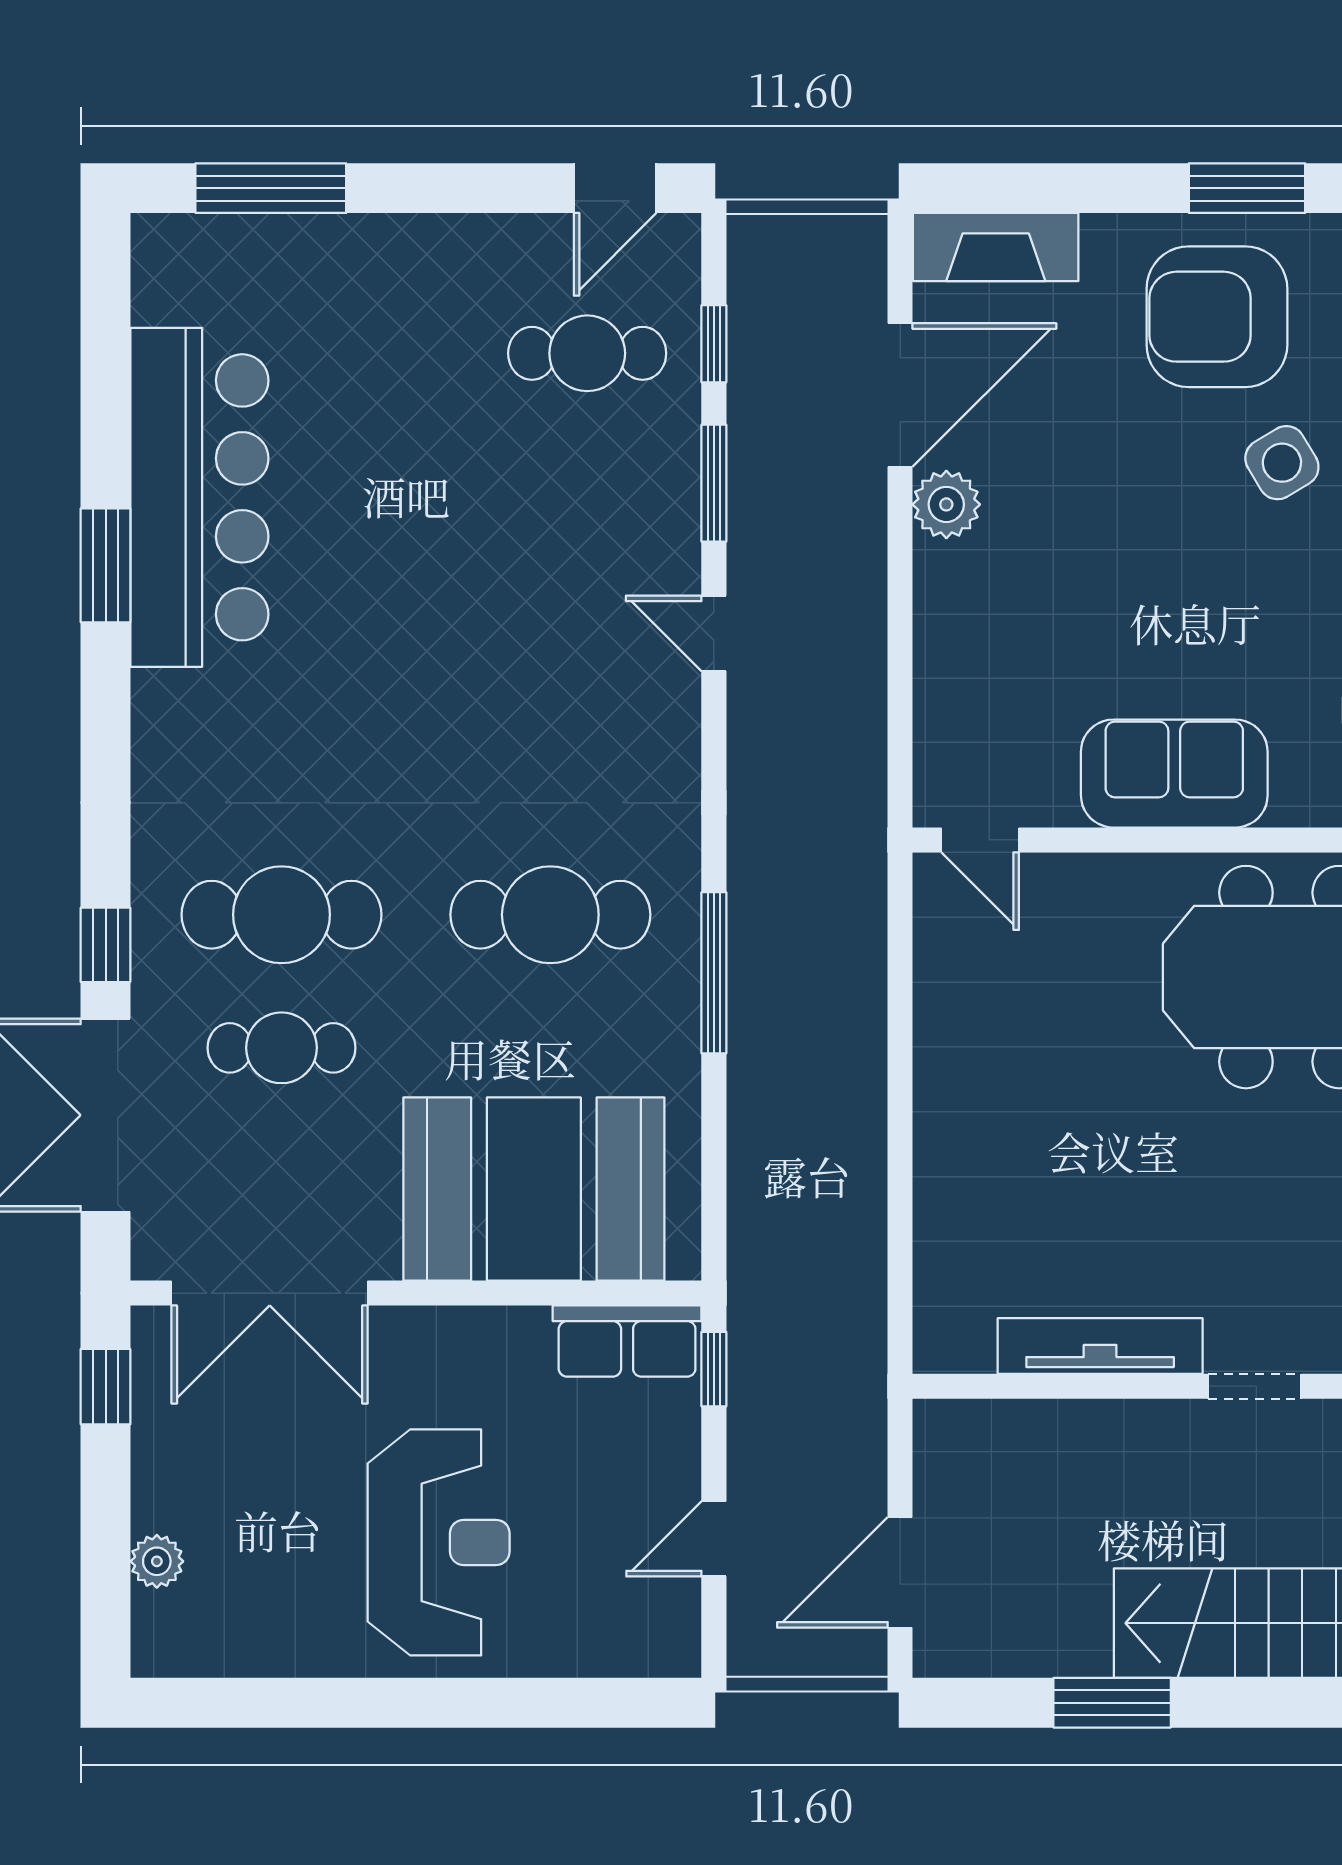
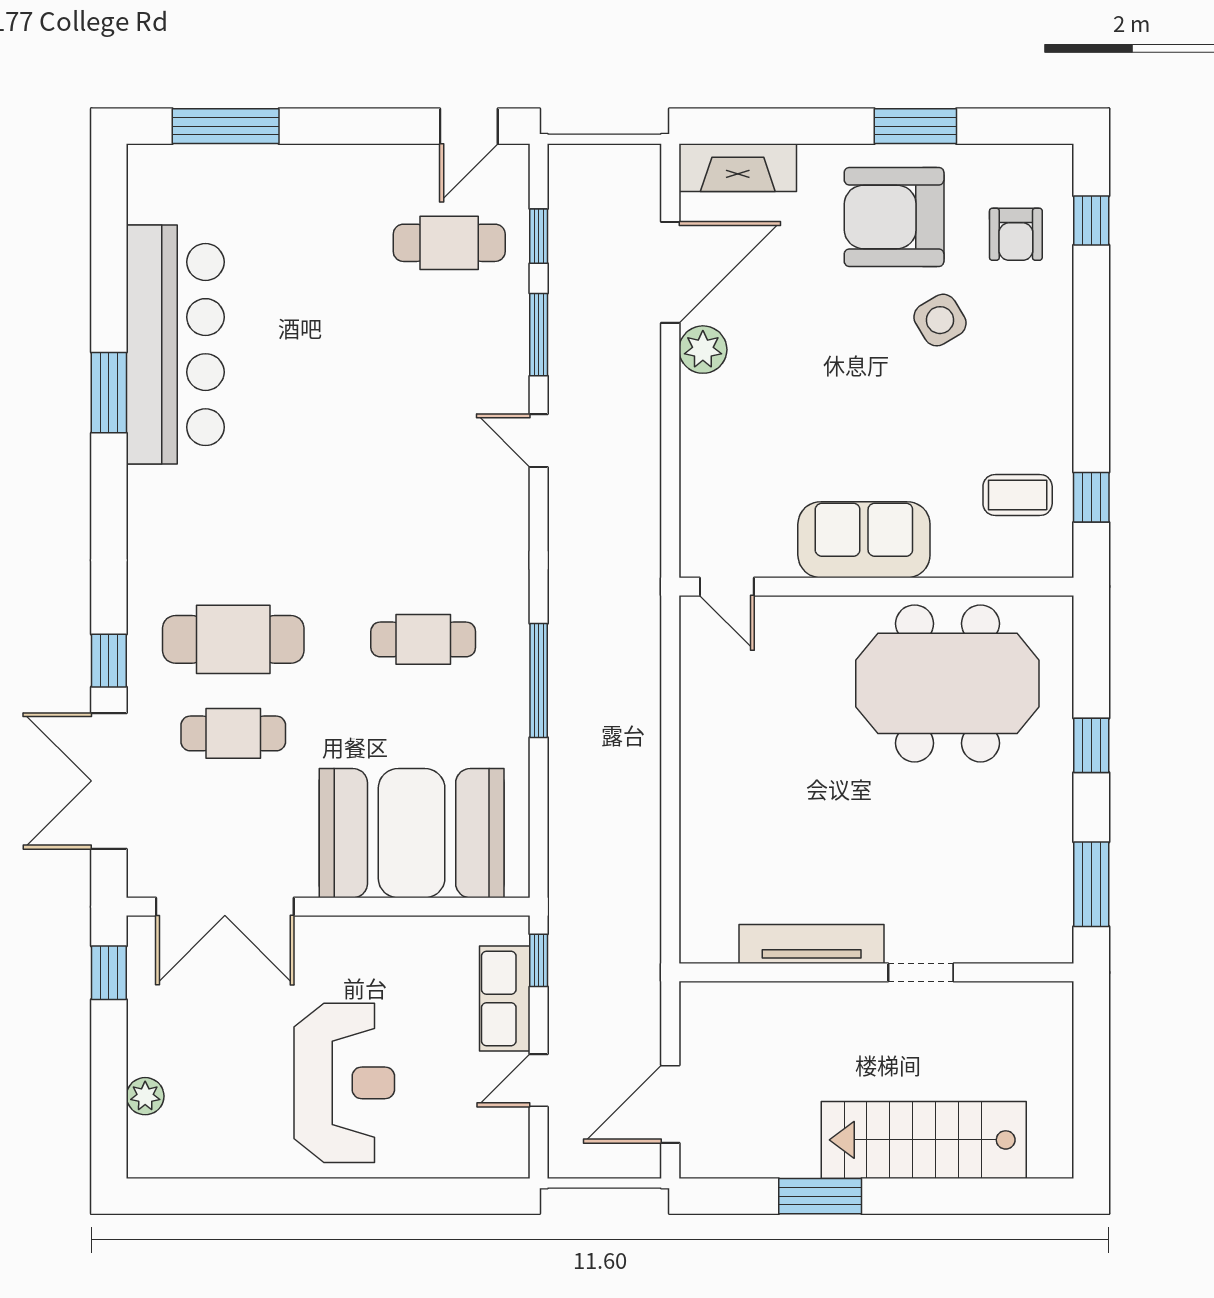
cafe table: (550, 915) -> (423, 639), width x0.73, depth x0.74
row of seats: (627, 1341) -> (505, 999), moved, turned 90

